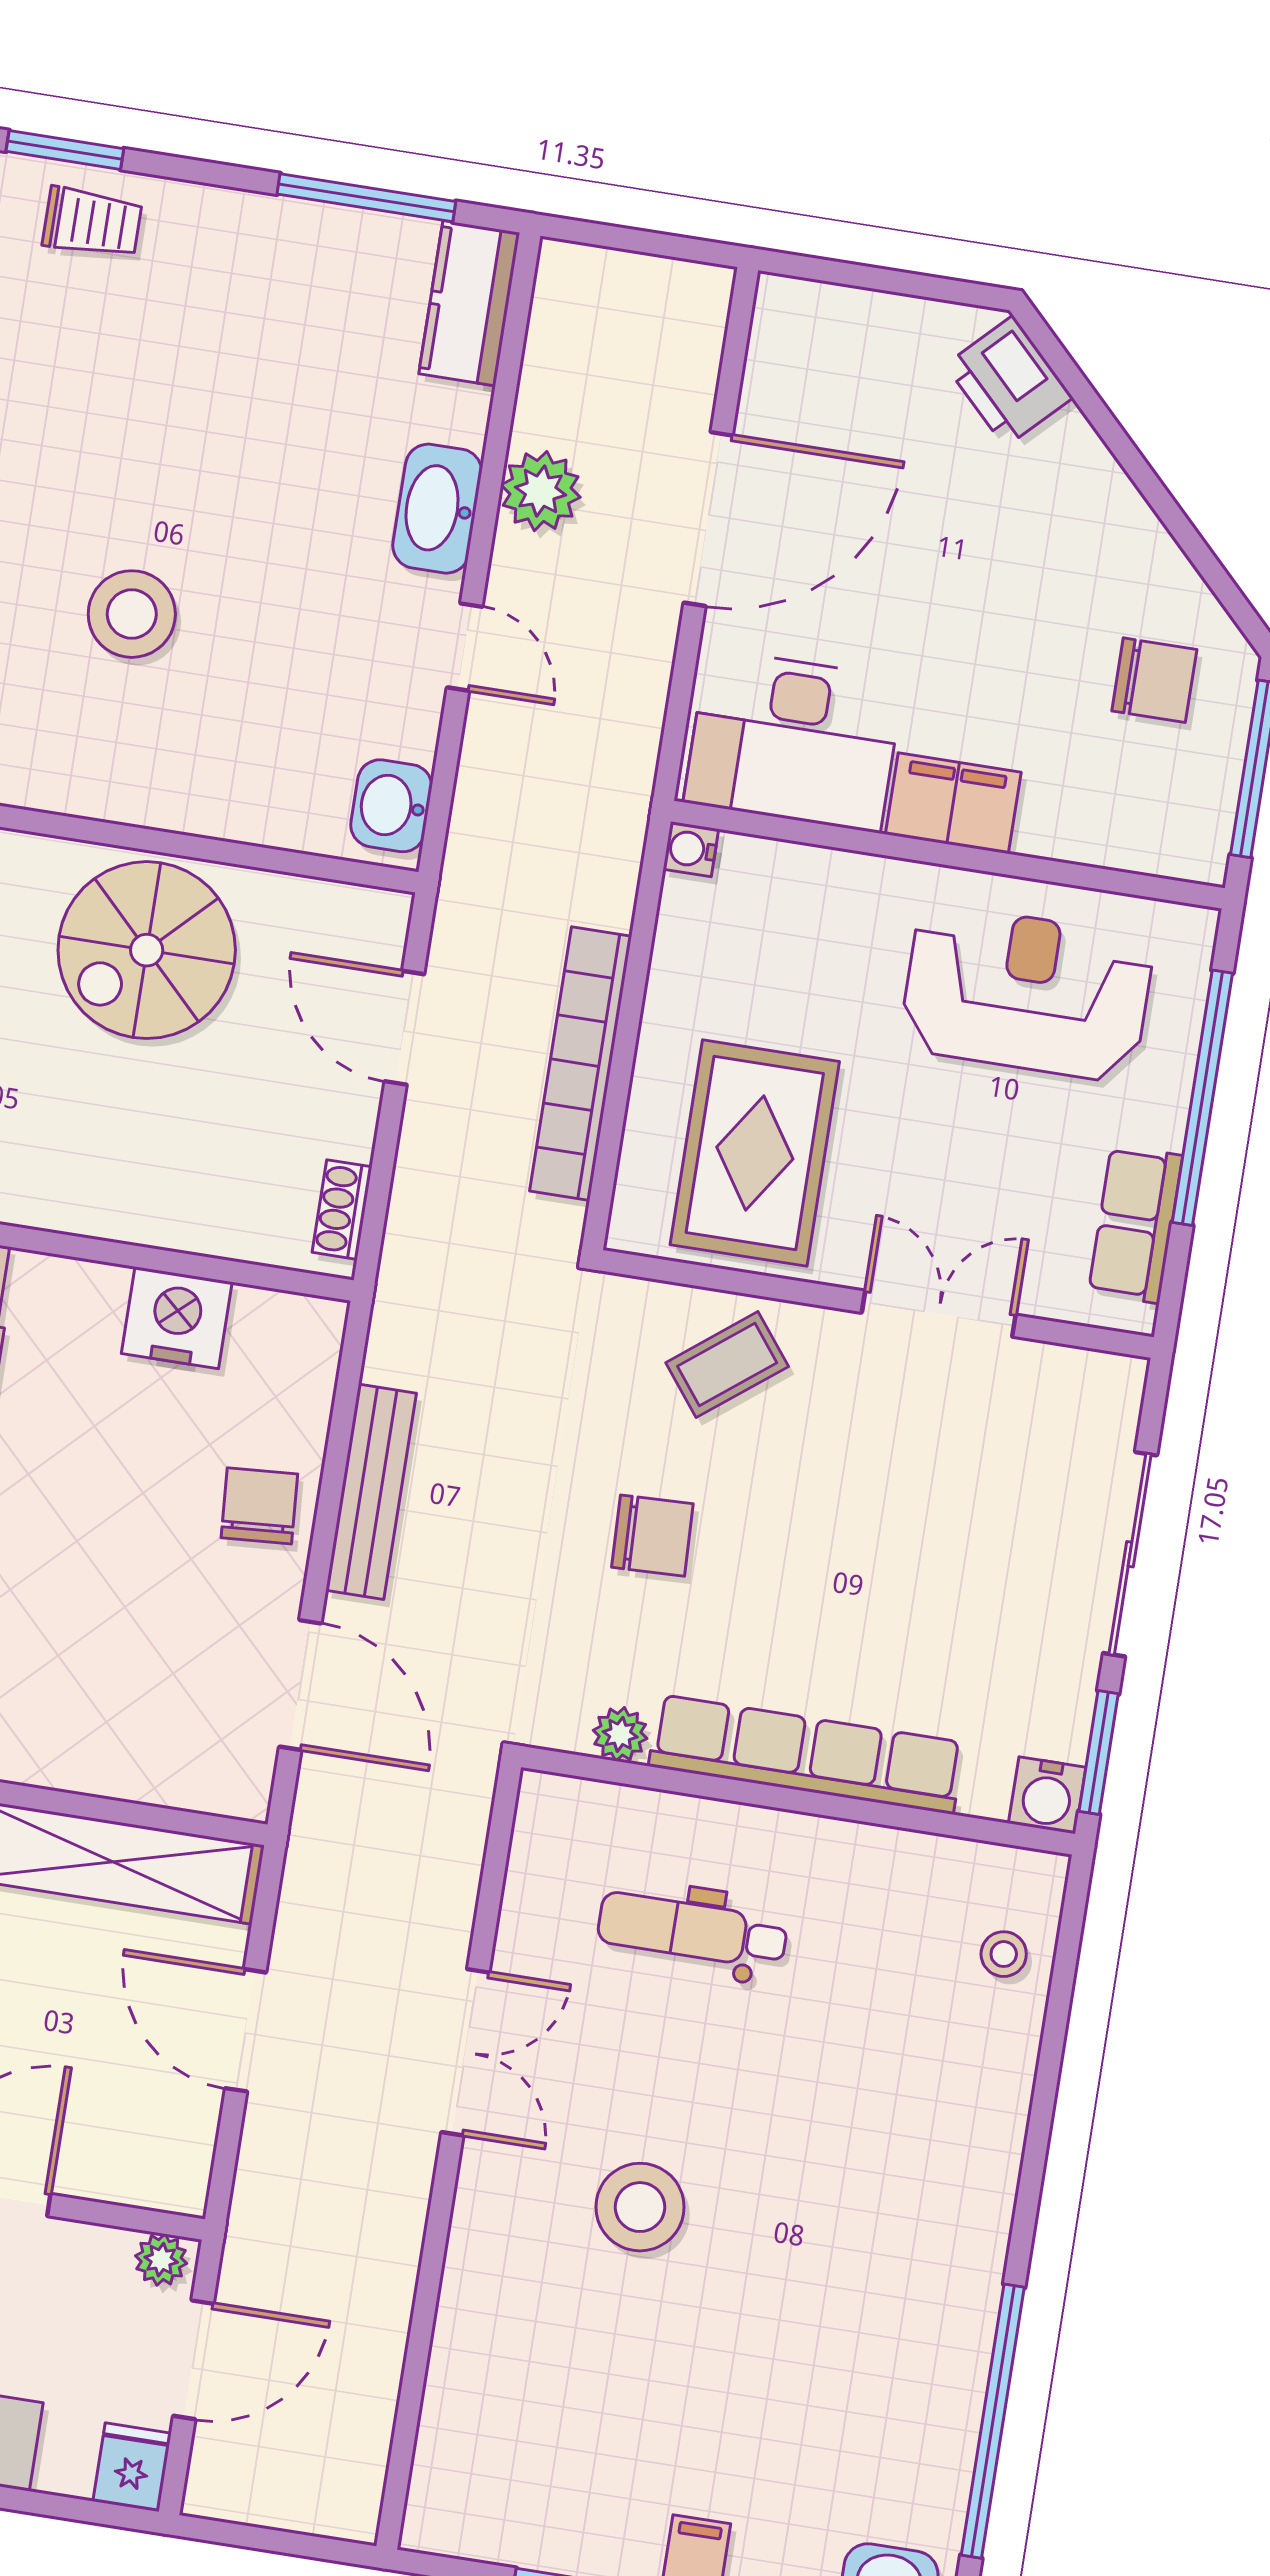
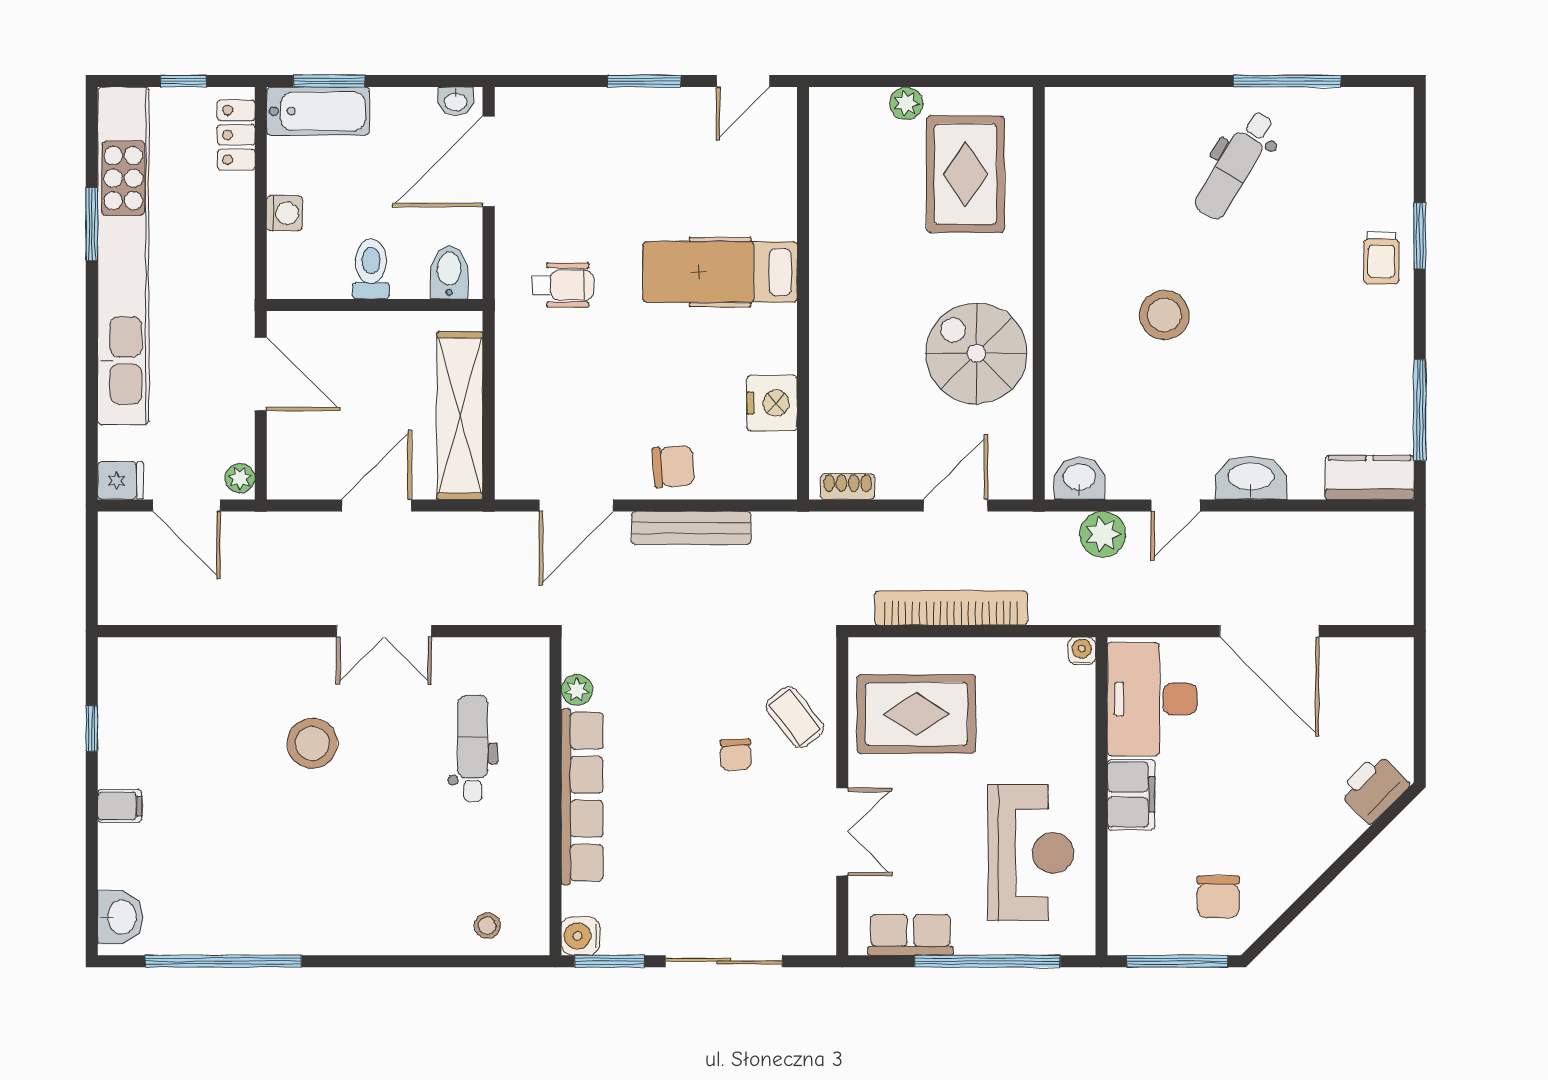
plant: (541, 491) -> (1103, 534), moved
chair: (652, 1536) -> (736, 755), moved, width x0.73, depth x0.73

